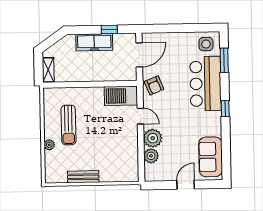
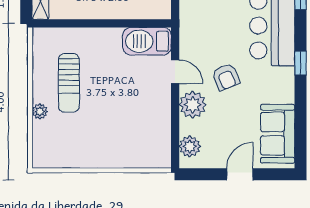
armchair: (154, 85) -> (226, 77), moved
plant: (151, 156) -> (190, 146), moved
bench: (83, 177) -> (89, 160), removed

